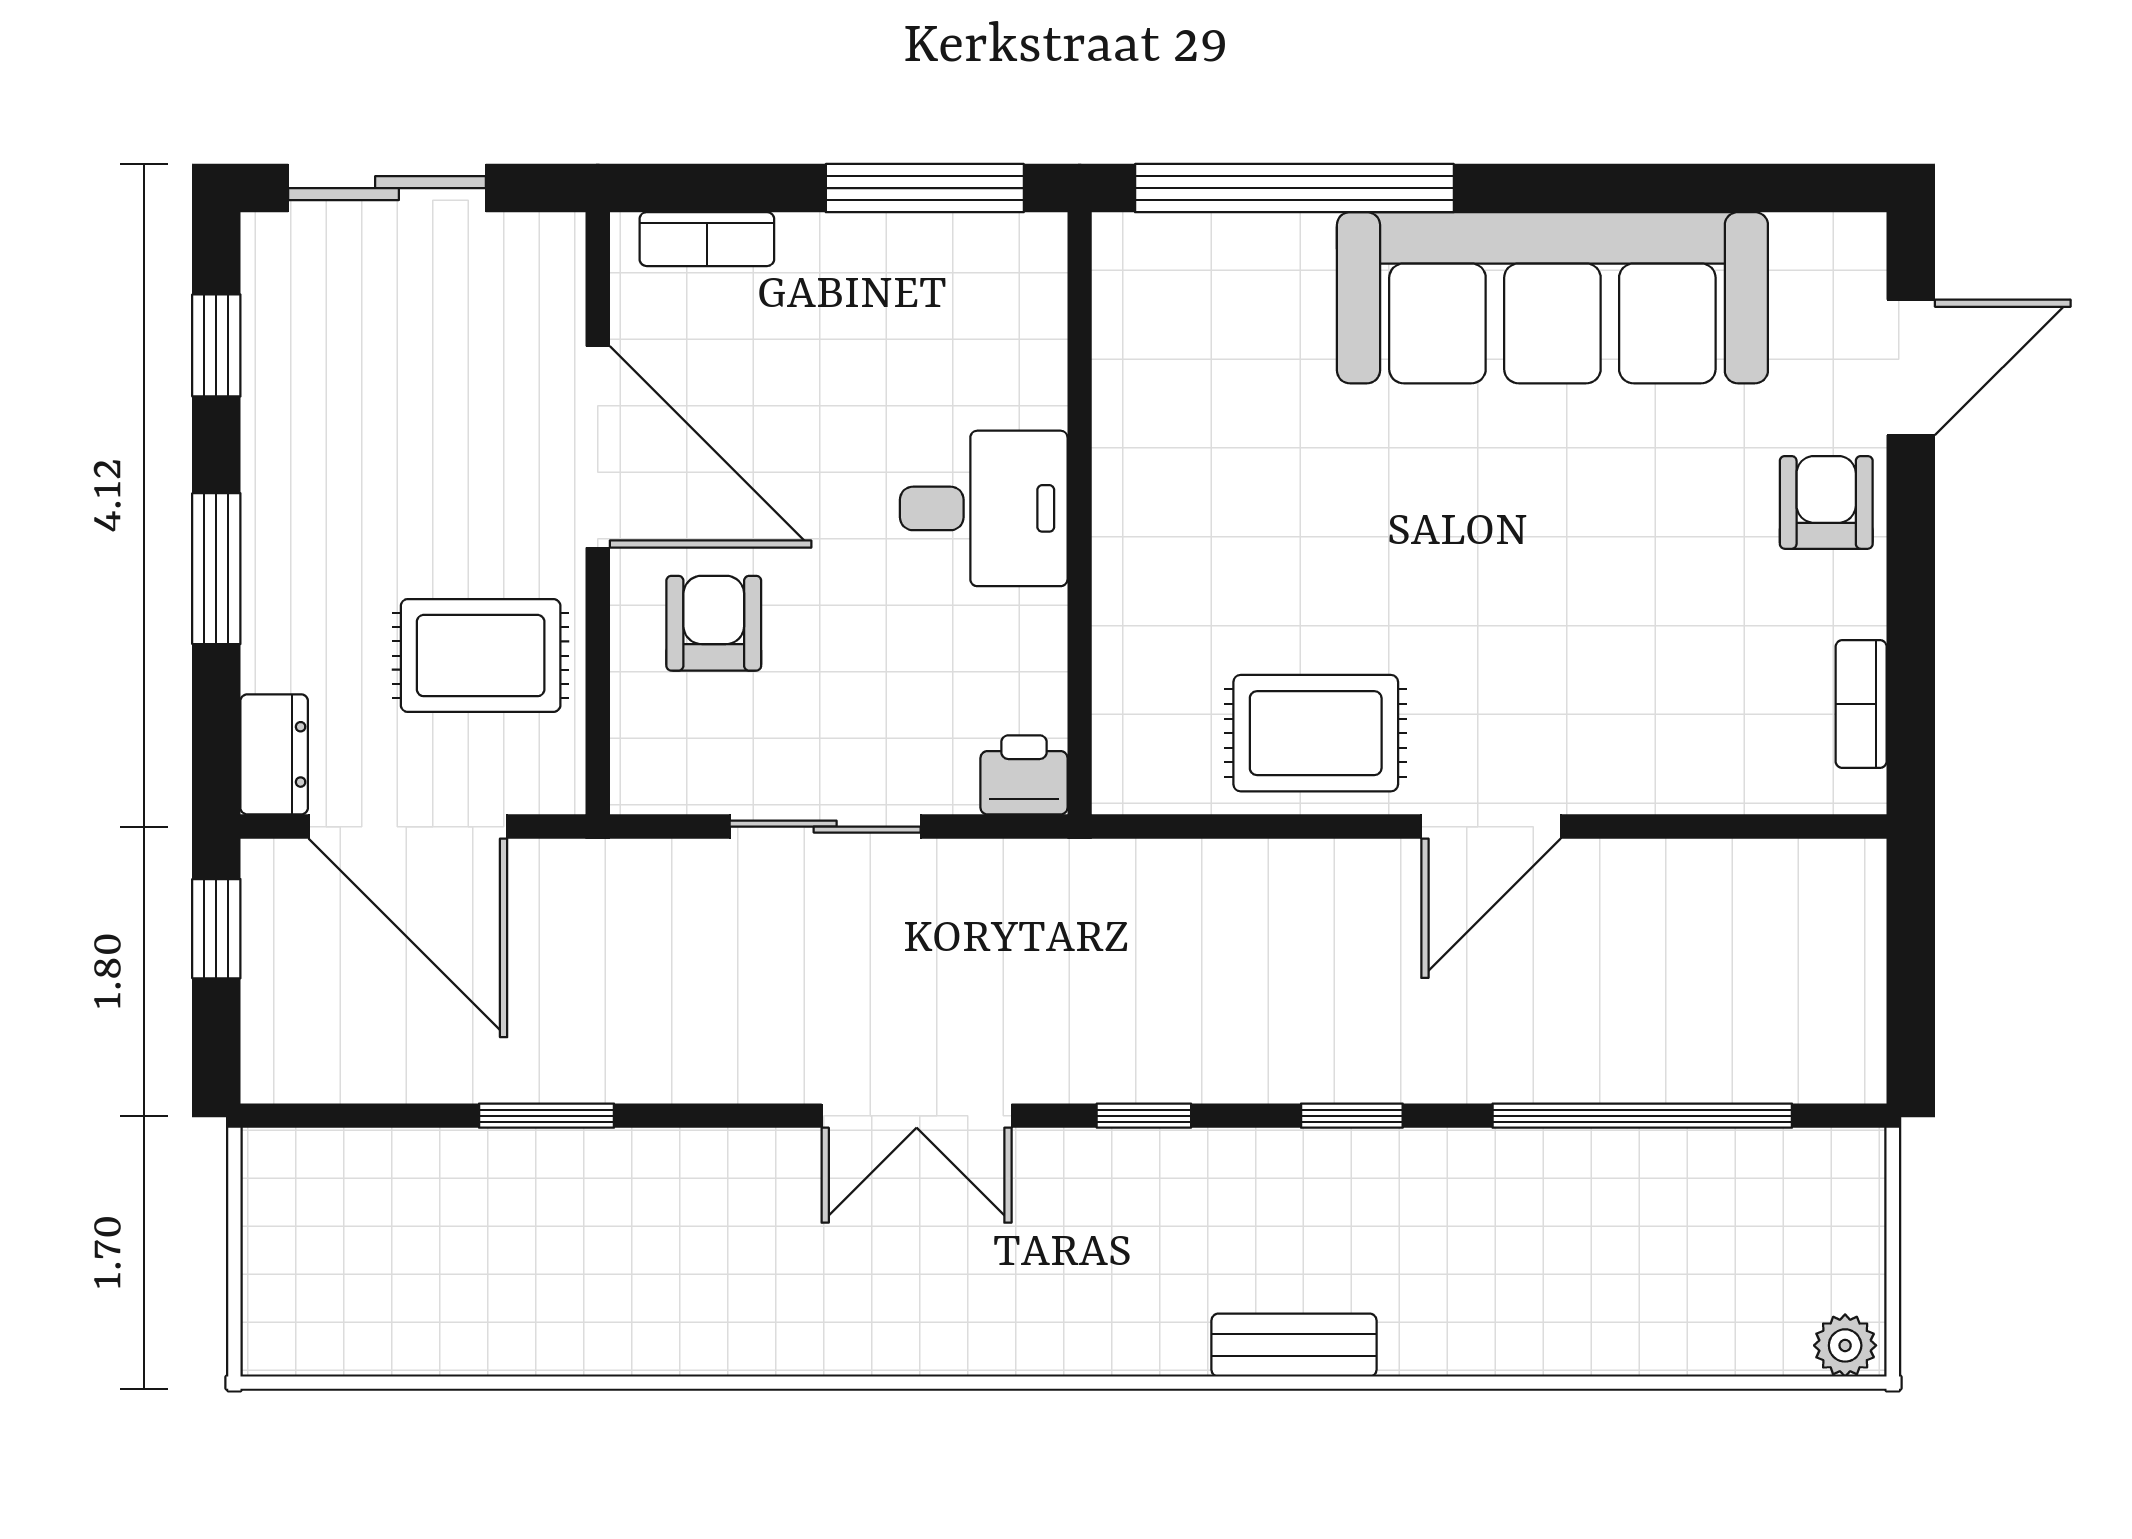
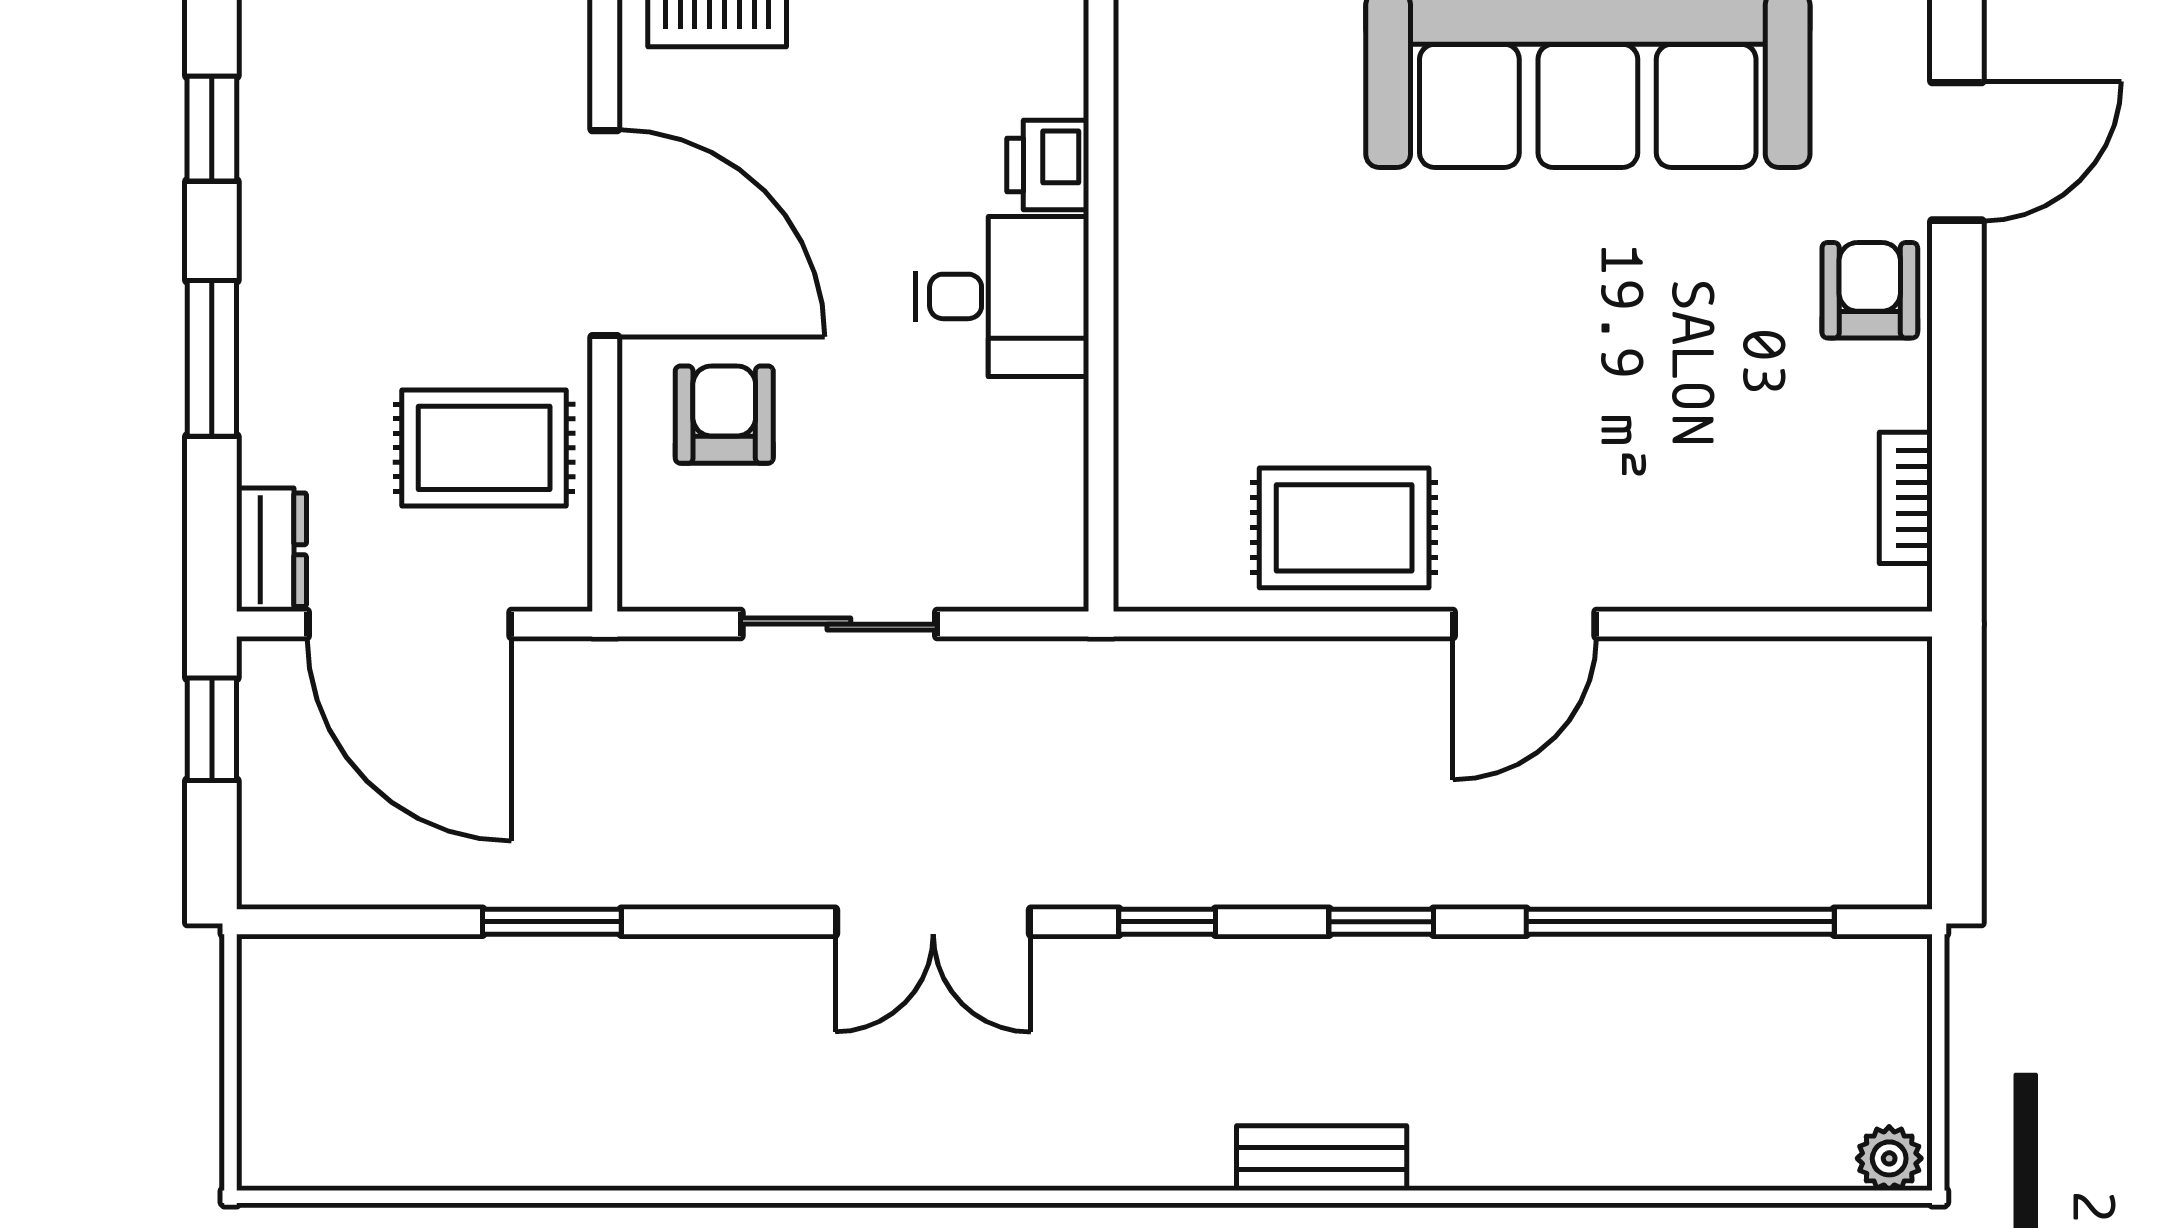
printer: (1024, 775) -> (1048, 165), moved, turned -90

